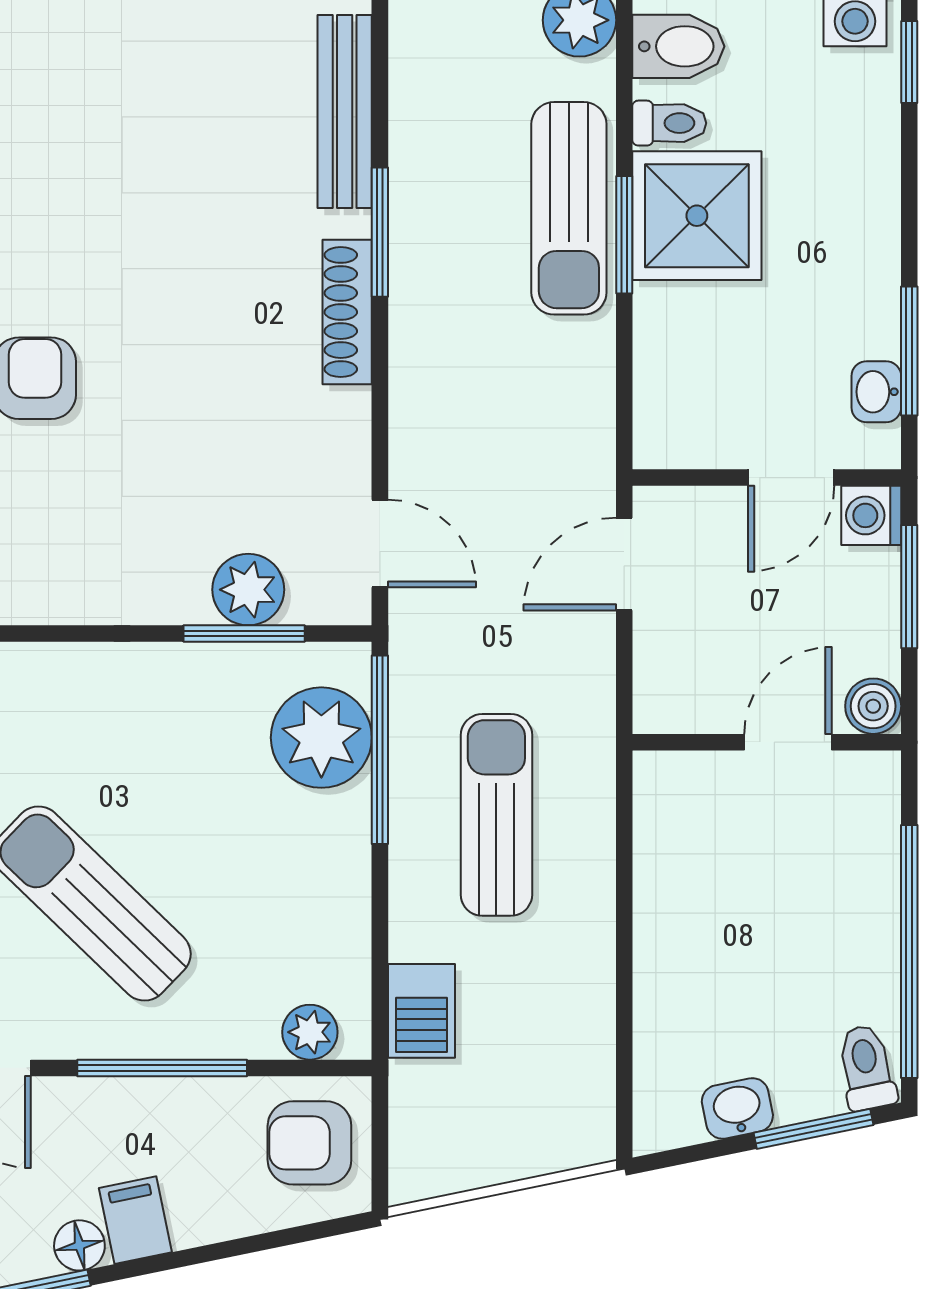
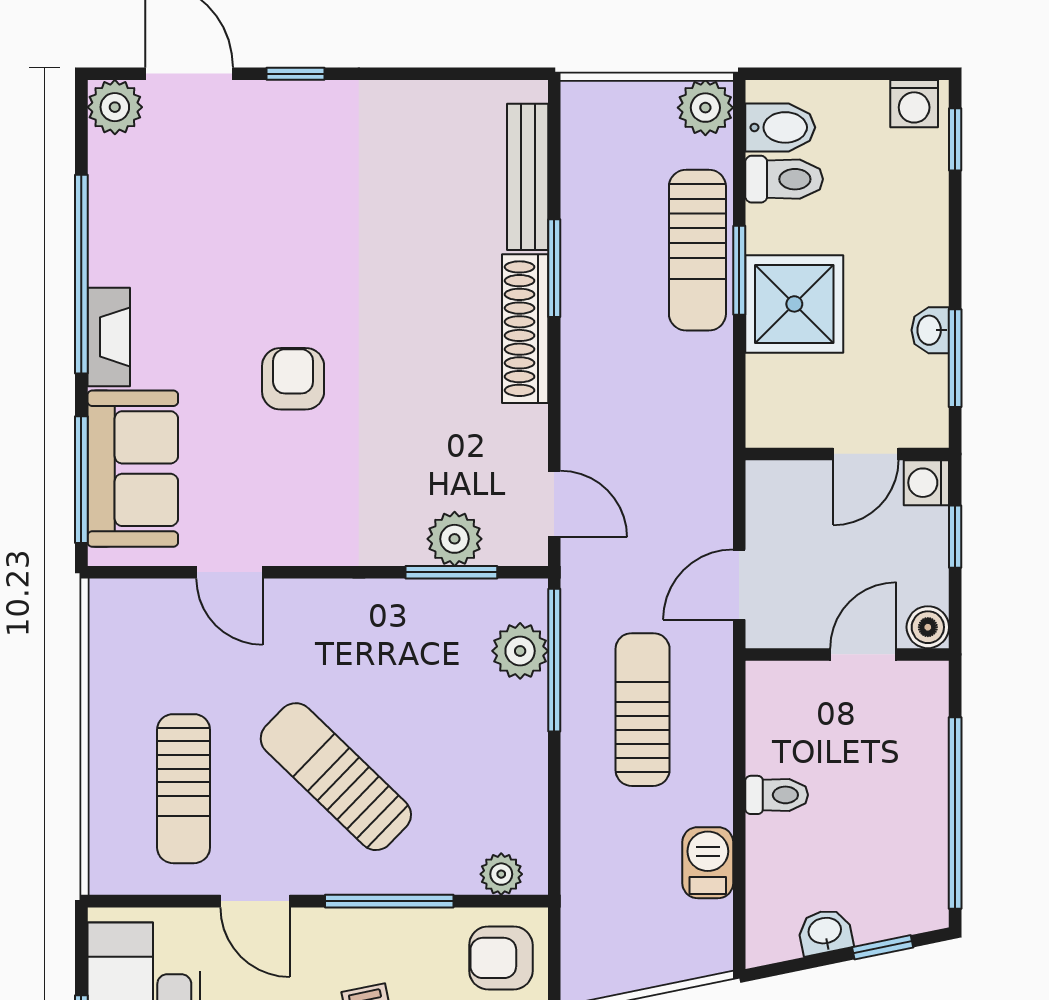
toilet: (669, 123) -> (784, 179), width x1.37, depth x1.39
shower: (697, 216) -> (794, 304), moved
shoe rack: (347, 312) -> (525, 329), width x1.36, depth x1.24
washbasin: (876, 392) -> (930, 330), moved
door: (624, 564) -> (739, 585), moved
window: (909, 587) -> (955, 537), width x0.67
plant: (321, 738) -> (520, 651), width x0.73, depth x0.73
barbecue: (421, 1011) -> (708, 863), moved, turned 180
toilet: (866, 1068) -> (777, 795), moved, turned 102
window: (813, 1129) -> (883, 947), width x0.67

